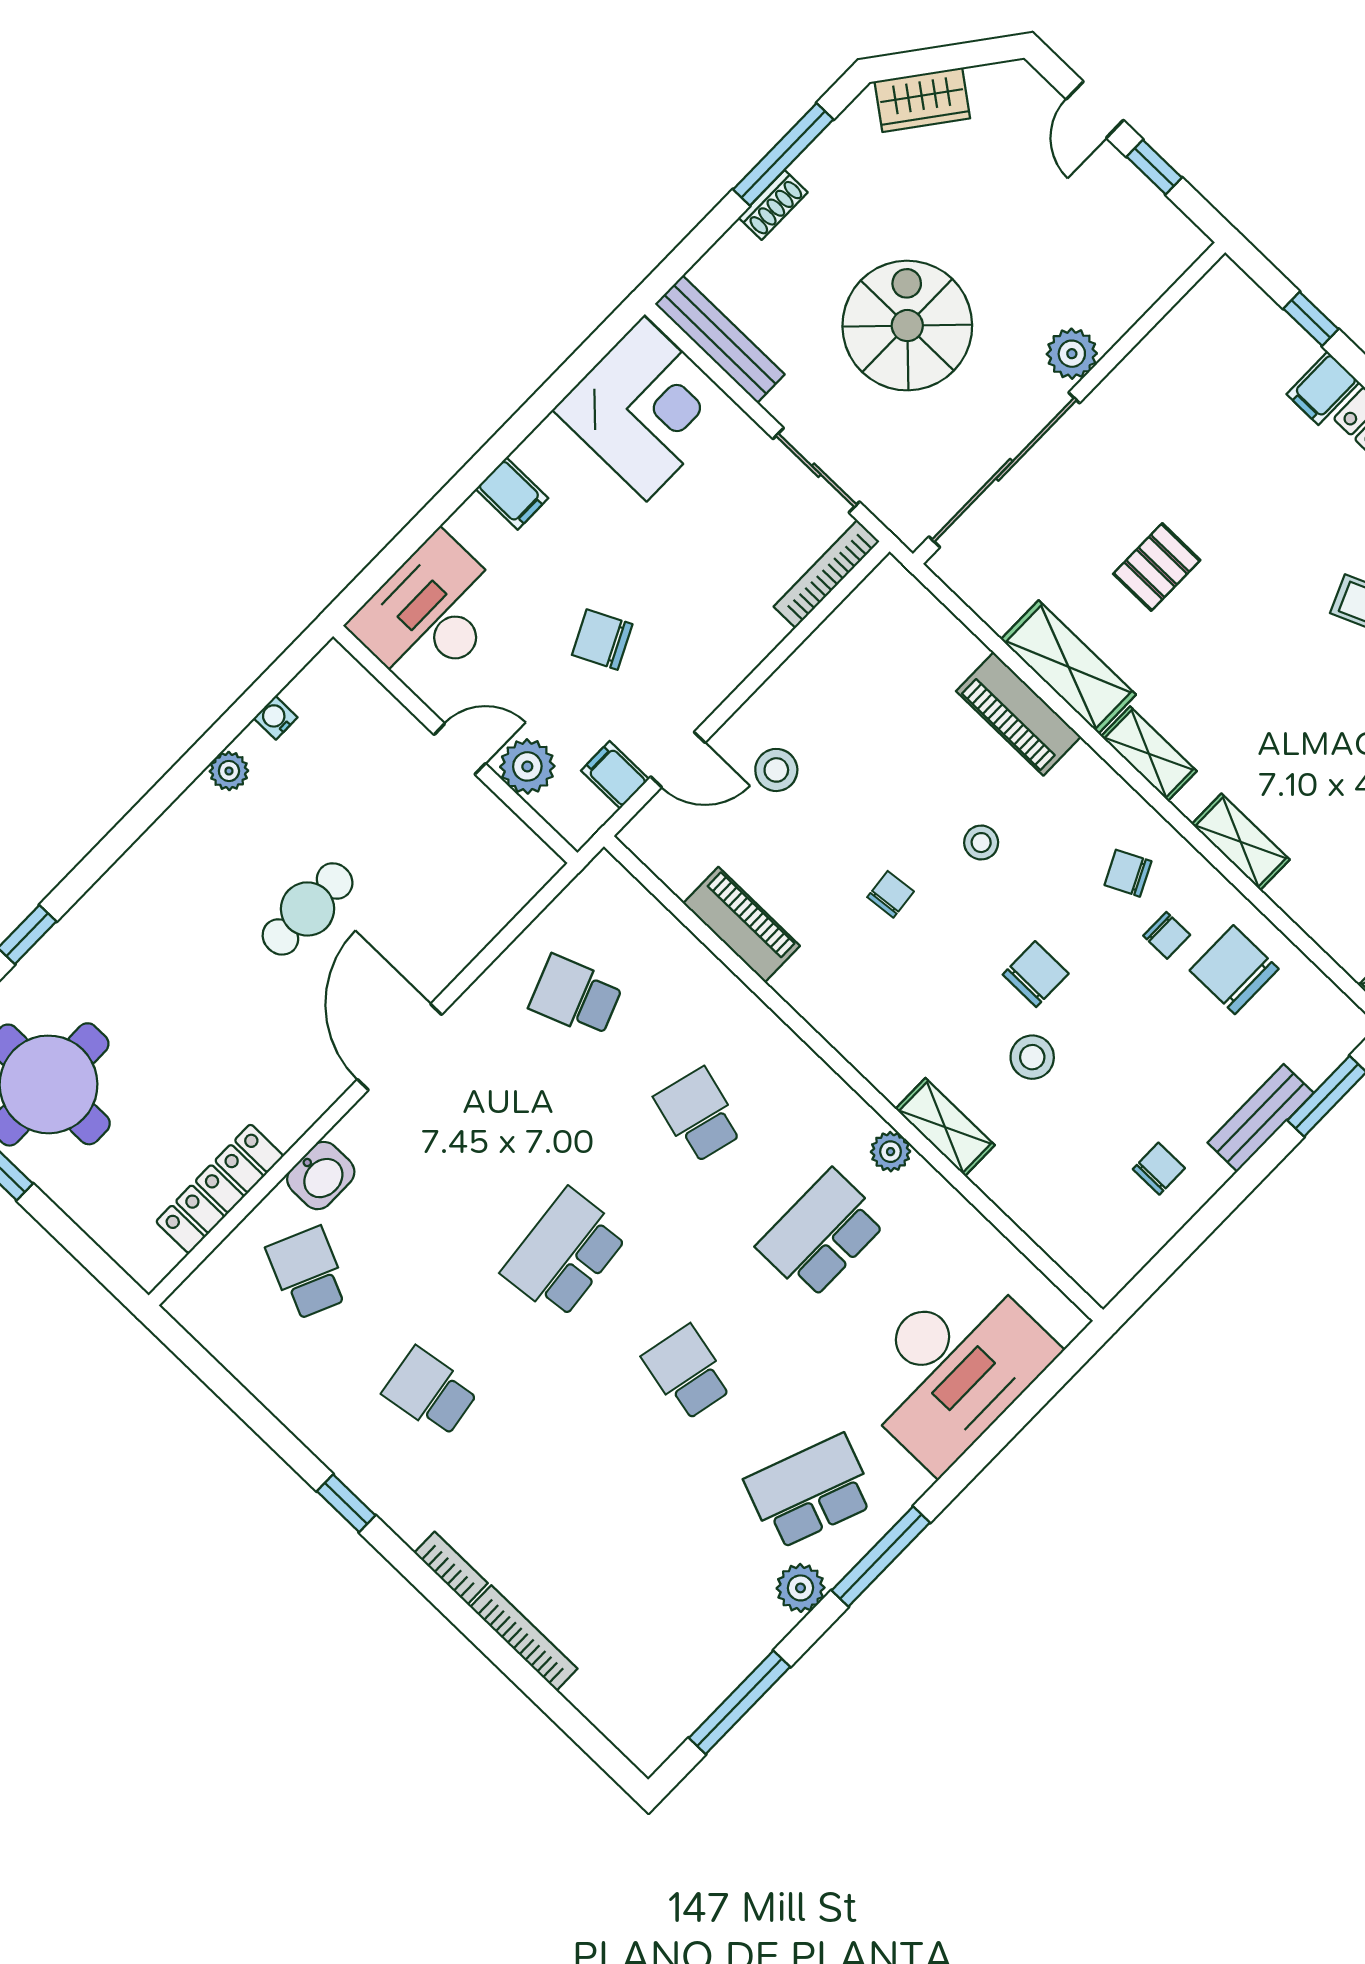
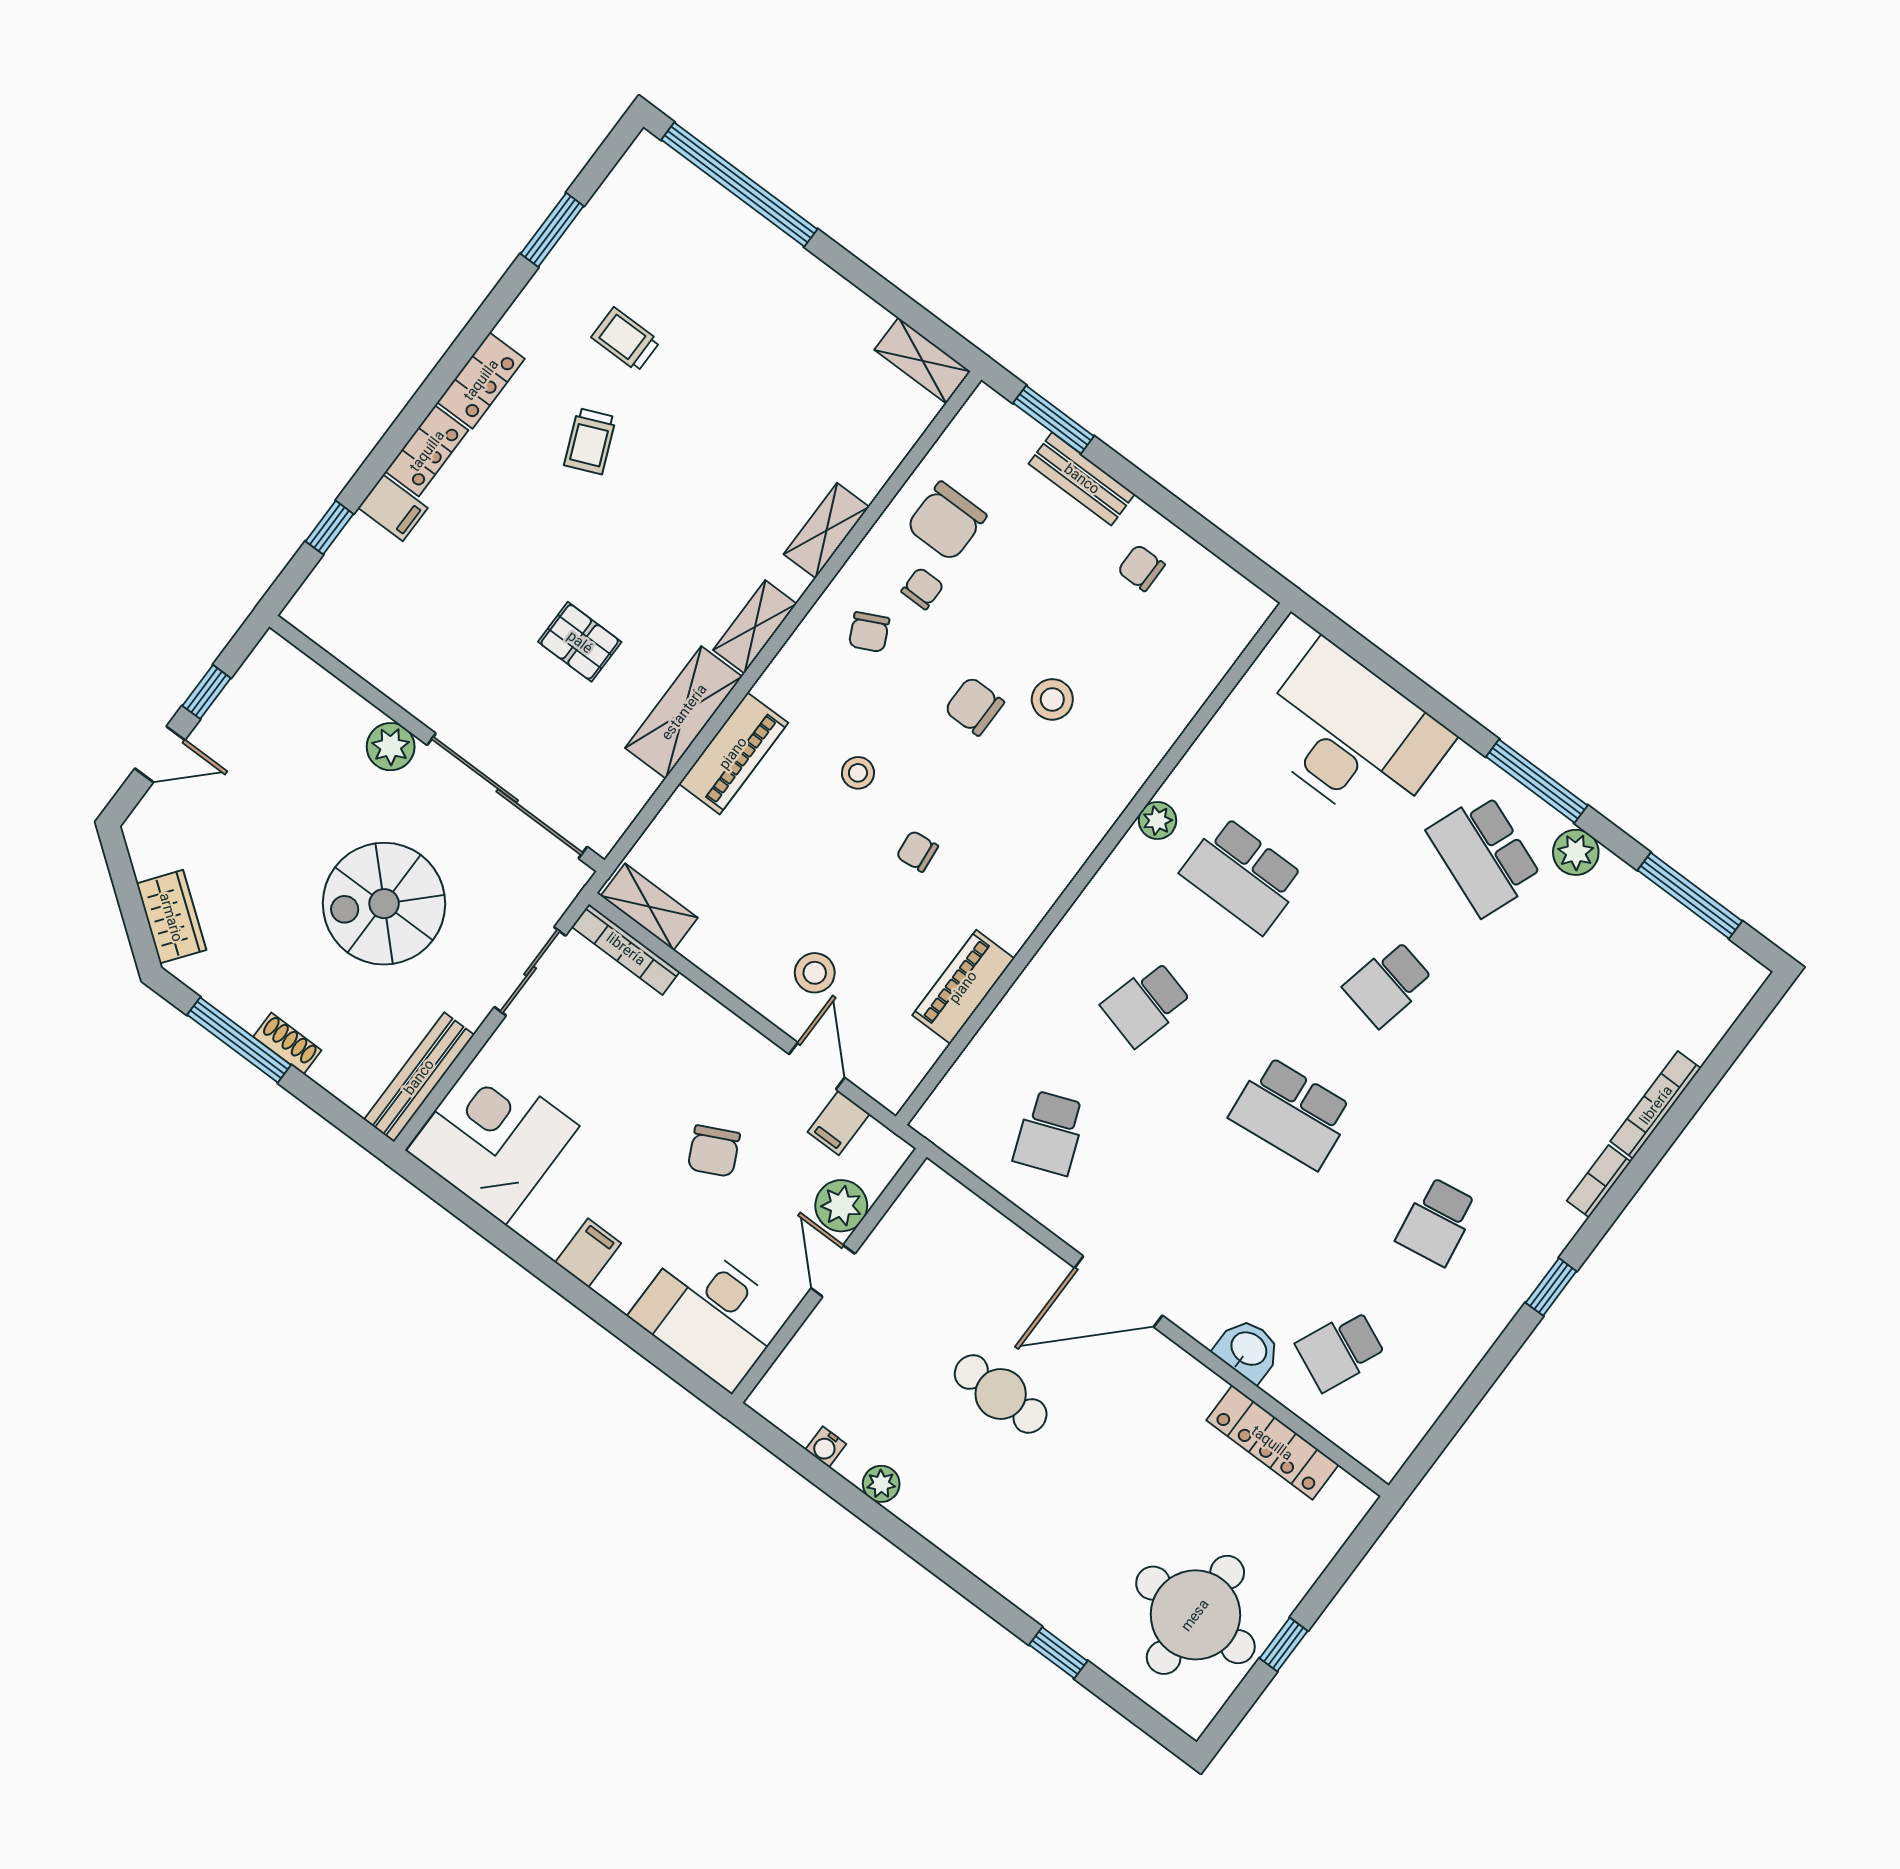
shelving: (945, 1127) -> (649, 907), moved, turned 90

